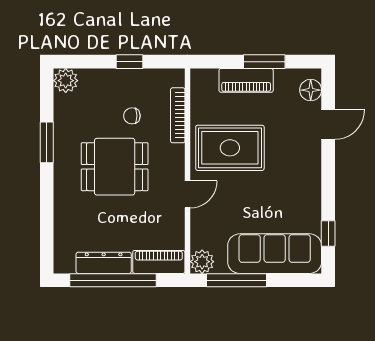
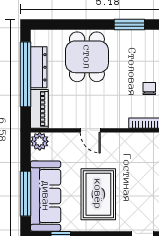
rug: (230, 148) -> (98, 194), moved
dining table: (115, 167) -> (87, 57), moved
window: (236, 280) -> (26, 194), moved

